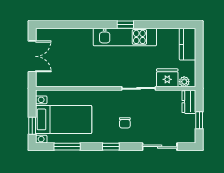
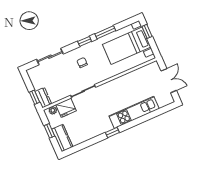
kitchen unit: (125, 37) -> (134, 112), moved
double door: (32, 56) -> (169, 81), swing flipped
window: (199, 59) -> (49, 131), added
window: (199, 120) -> (35, 97), moved
window: (67, 147) -> (105, 32), moved

